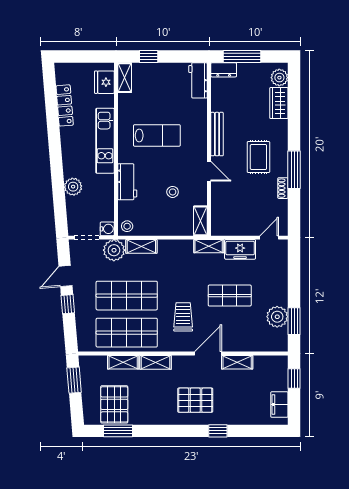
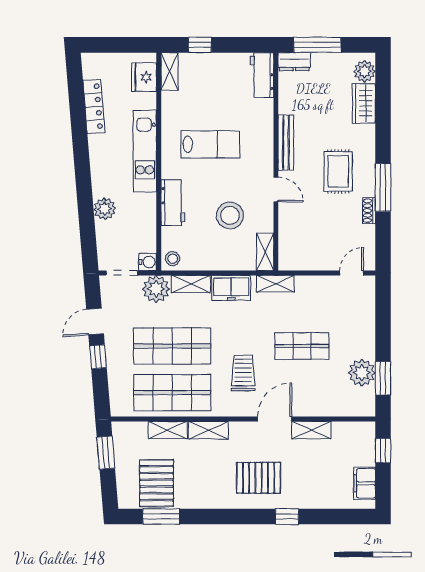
stool: (173, 192) -> (230, 215), width x1.89, depth x1.89
freezer: (240, 249) -> (231, 288), moved

